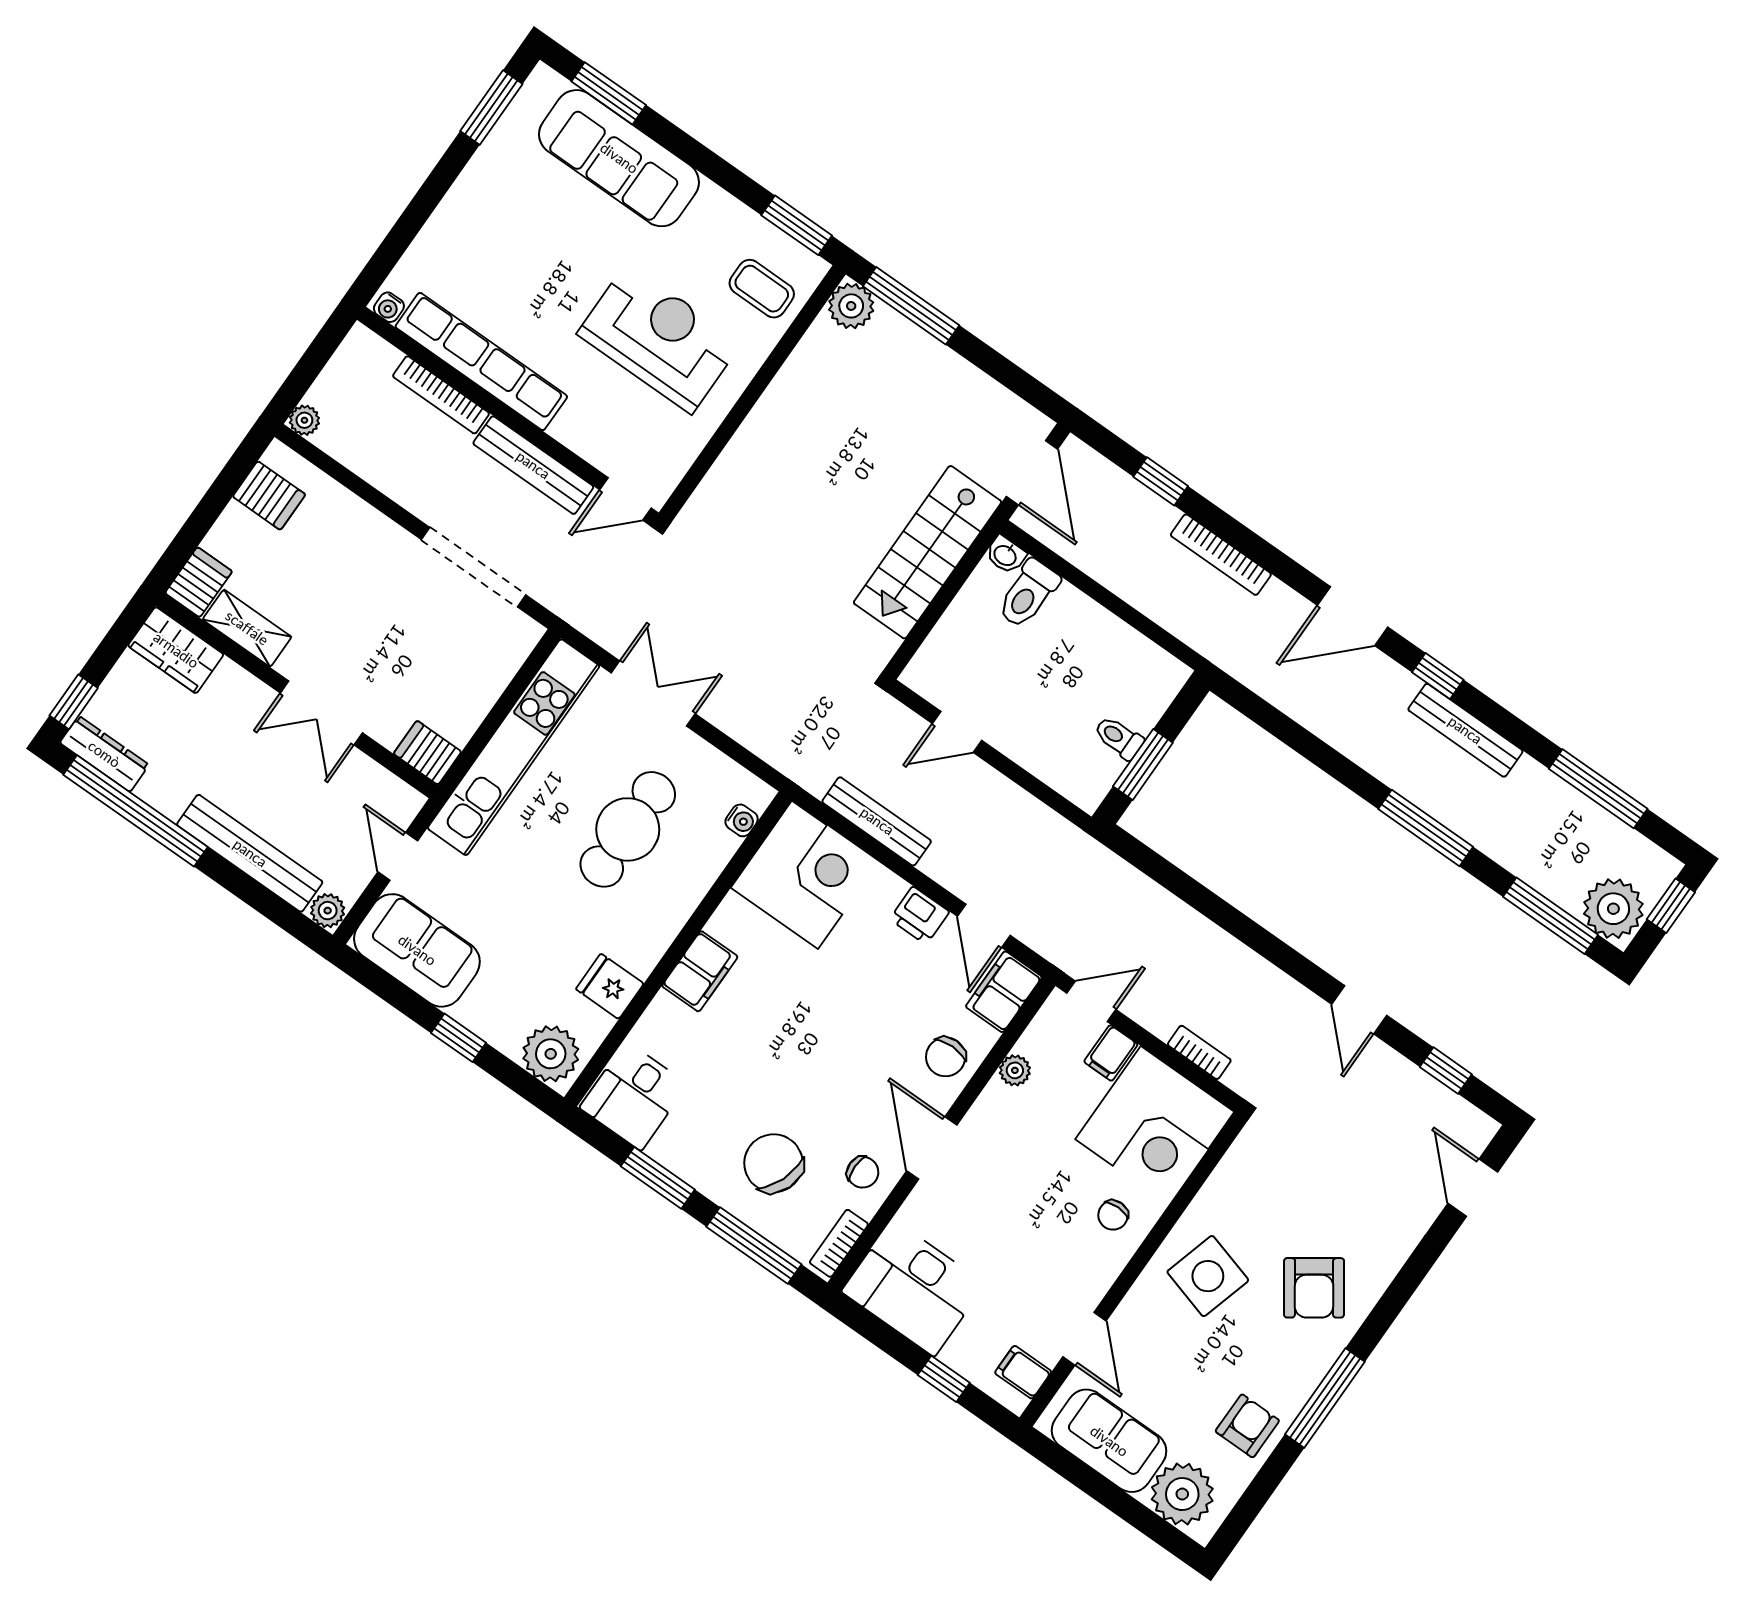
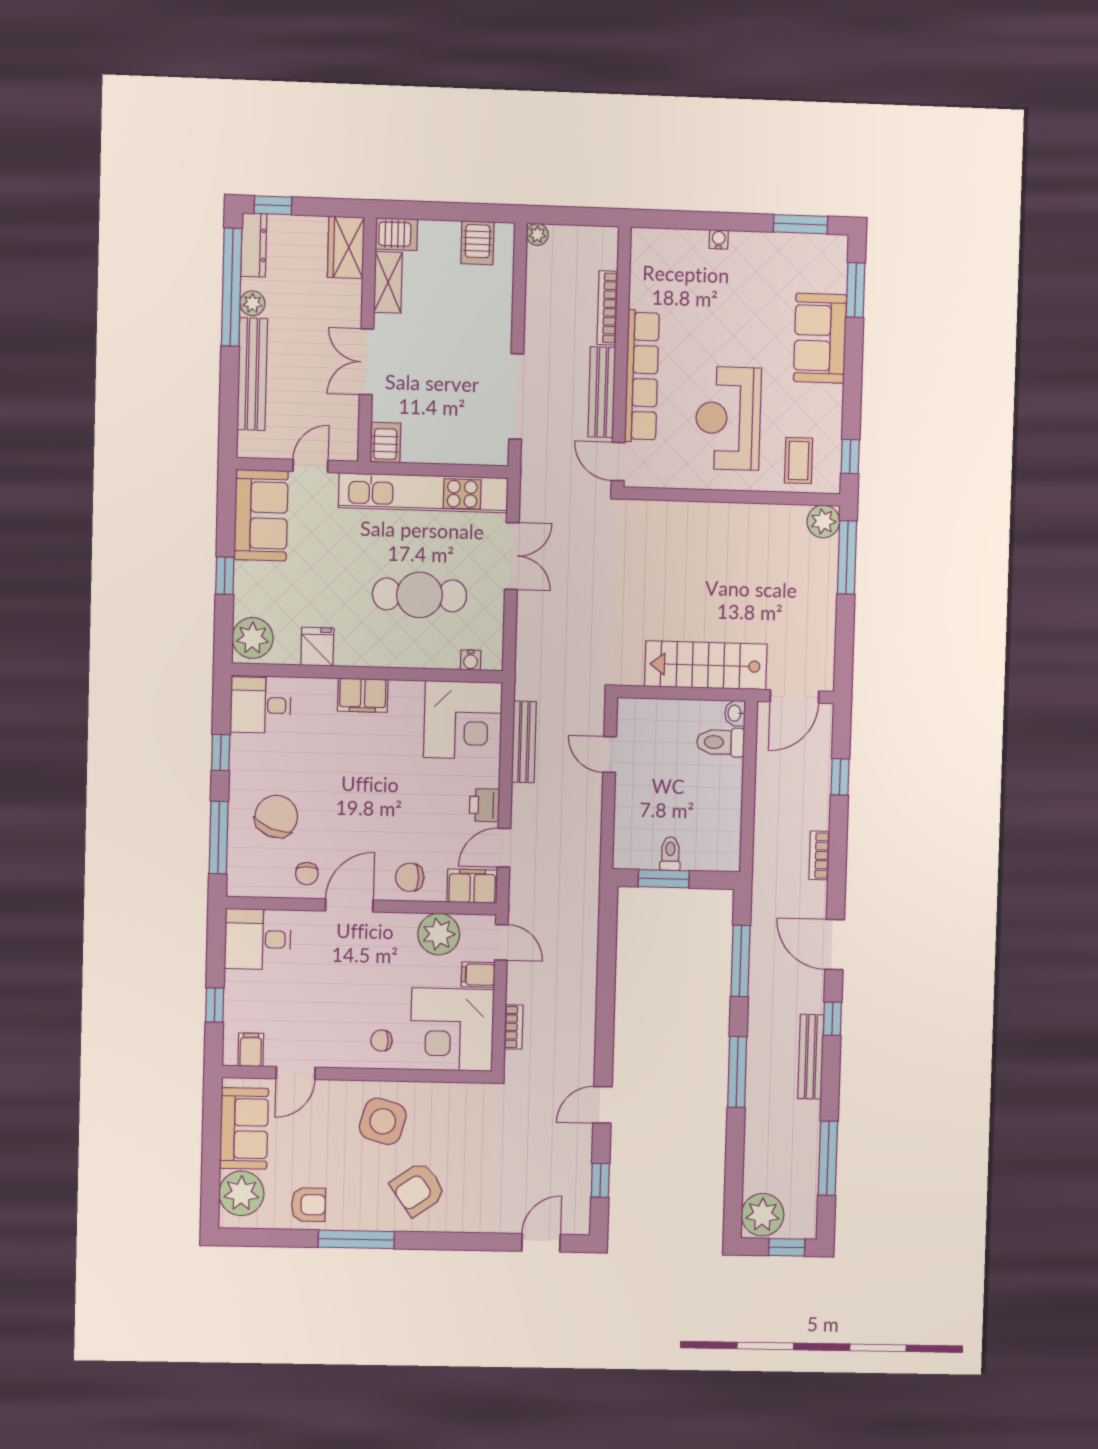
sofa: (619, 158) -> (820, 338), width x0.73
window: (797, 225) -> (850, 456), width x0.67
water cooler: (389, 307) -> (719, 239), moved, turned 90
reception desk: (659, 338) -> (728, 418), turned 180
row of seats: (481, 362) -> (642, 376), moved
bookcase: (1221, 555) -> (819, 855), width x0.64
plant: (328, 911) -> (252, 303), moved
window: (1551, 916) -> (740, 961), moved
plant: (1015, 1070) -> (439, 934), width x1.88, depth x1.88
window: (658, 1178) -> (221, 753), width x0.67
bookcase: (839, 1243) -> (254, 888), removed
desk: (913, 1288) -> (258, 939), width x0.73

